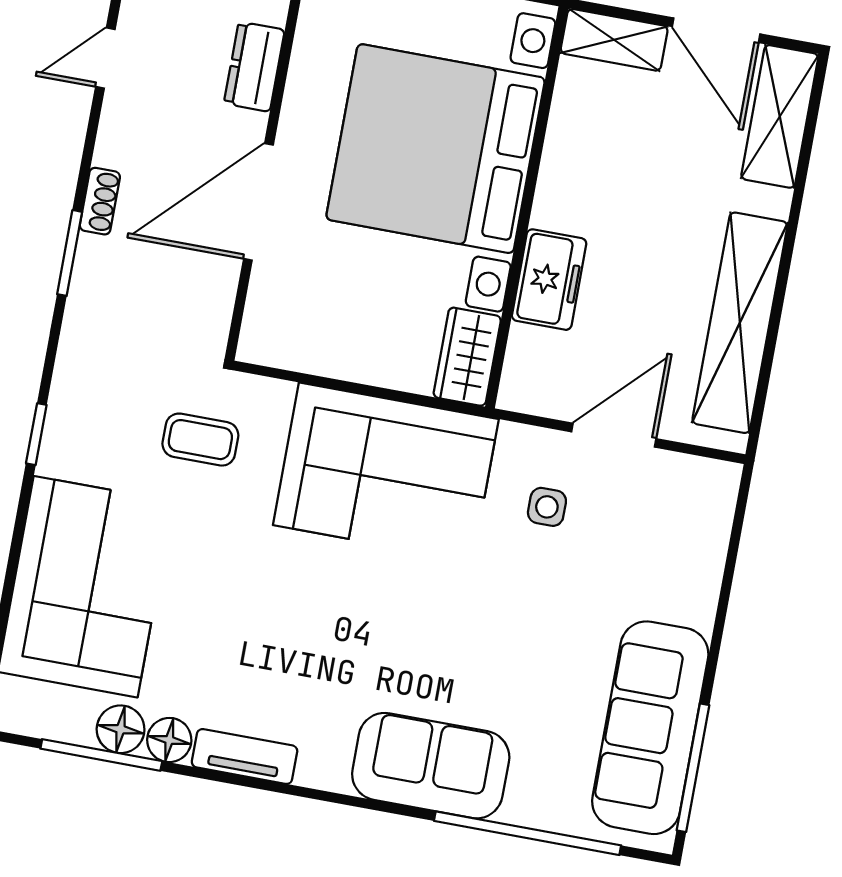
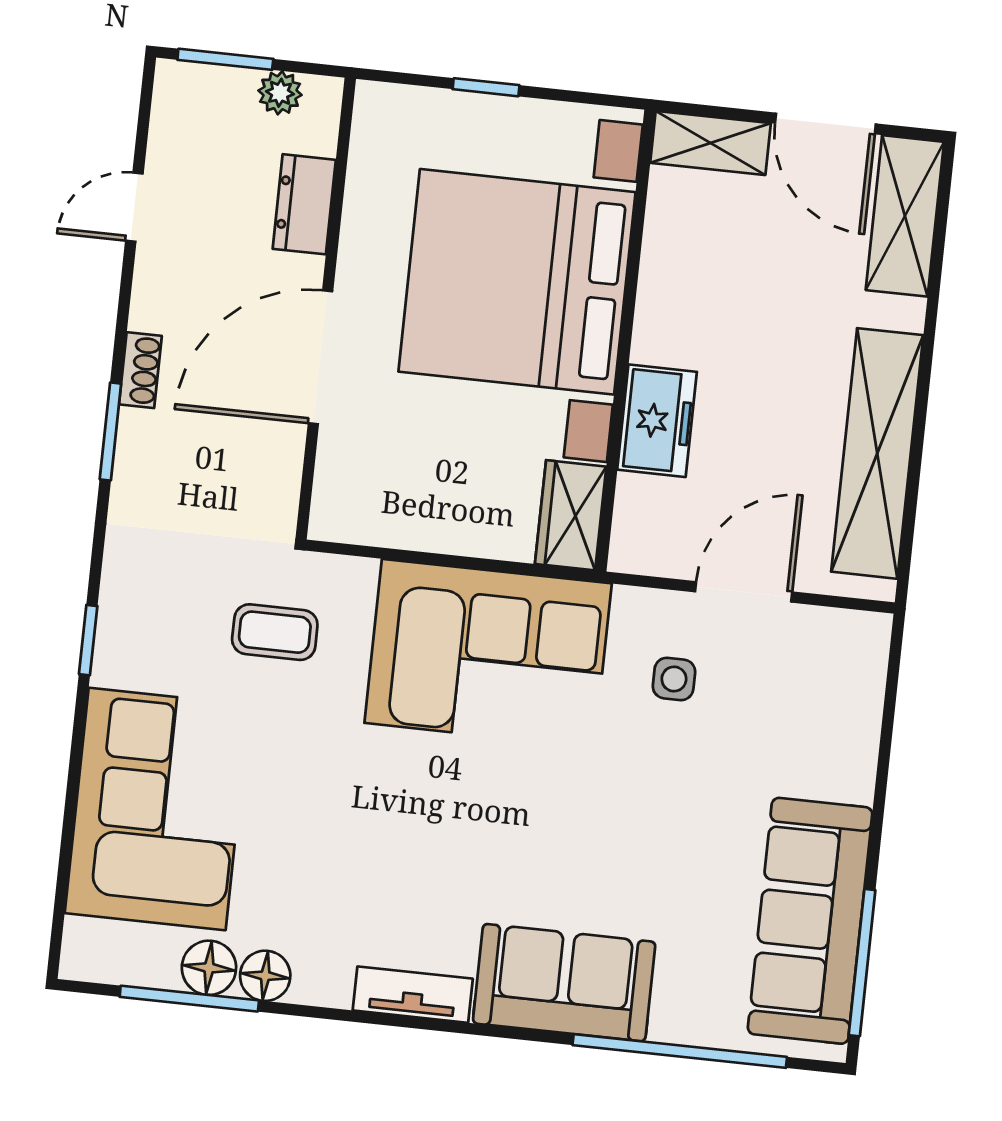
tv unit: (245, 756) -> (413, 995), moved

